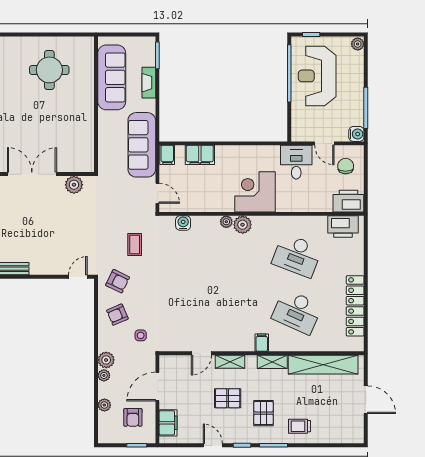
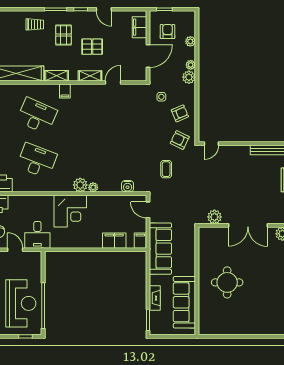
round table: (49, 70) -> (227, 282), moved

